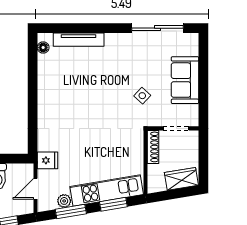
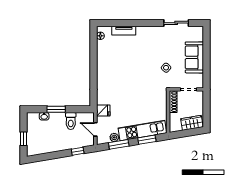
sliding door: (158, 28) -> (176, 23), width x0.73
tv unit: (79, 40) -> (124, 31), width x0.71
door: (35, 189) -> (95, 129), hinge flipped

